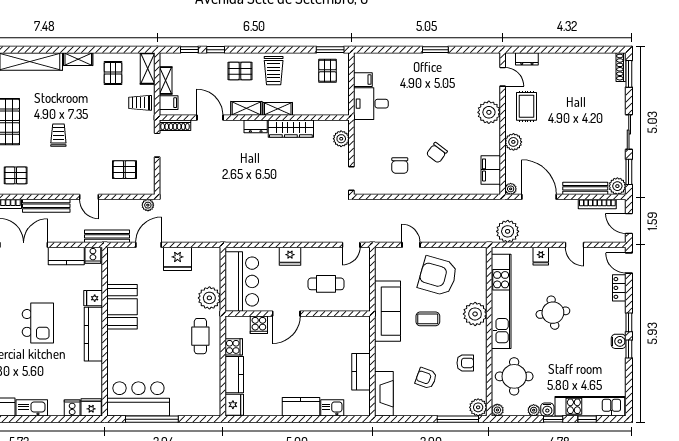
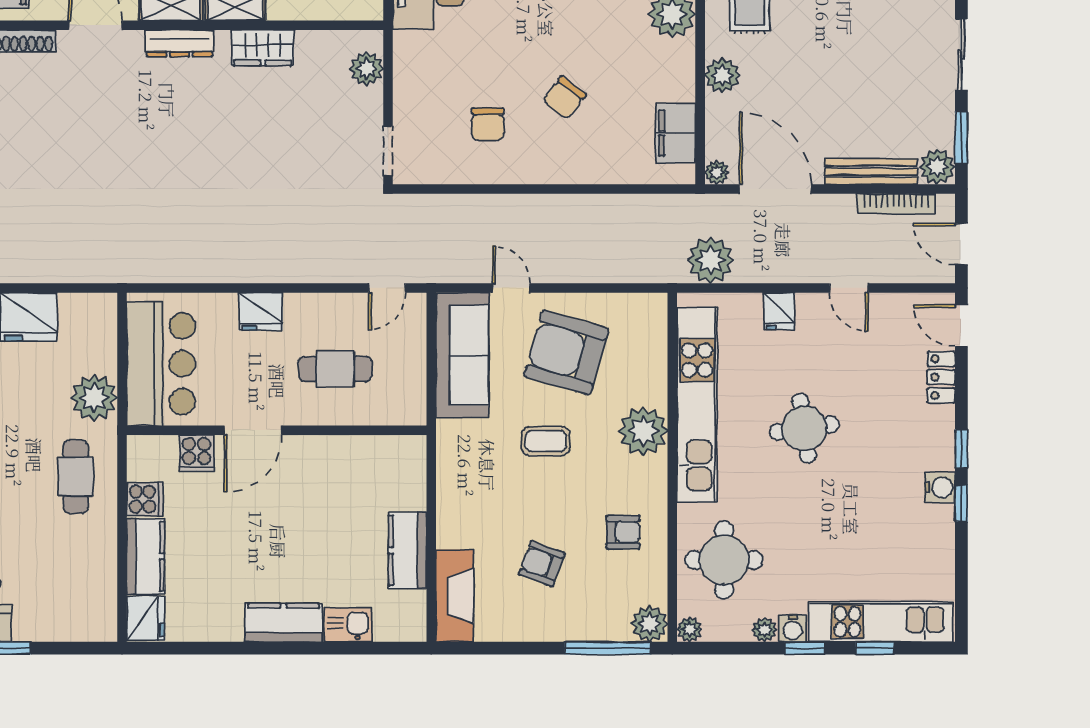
dresser: (256, 126) -> (179, 43), width x1.44
wardrobe: (291, 129) -> (263, 48), width x0.67
sofa: (388, 311) -> (462, 355), moved

